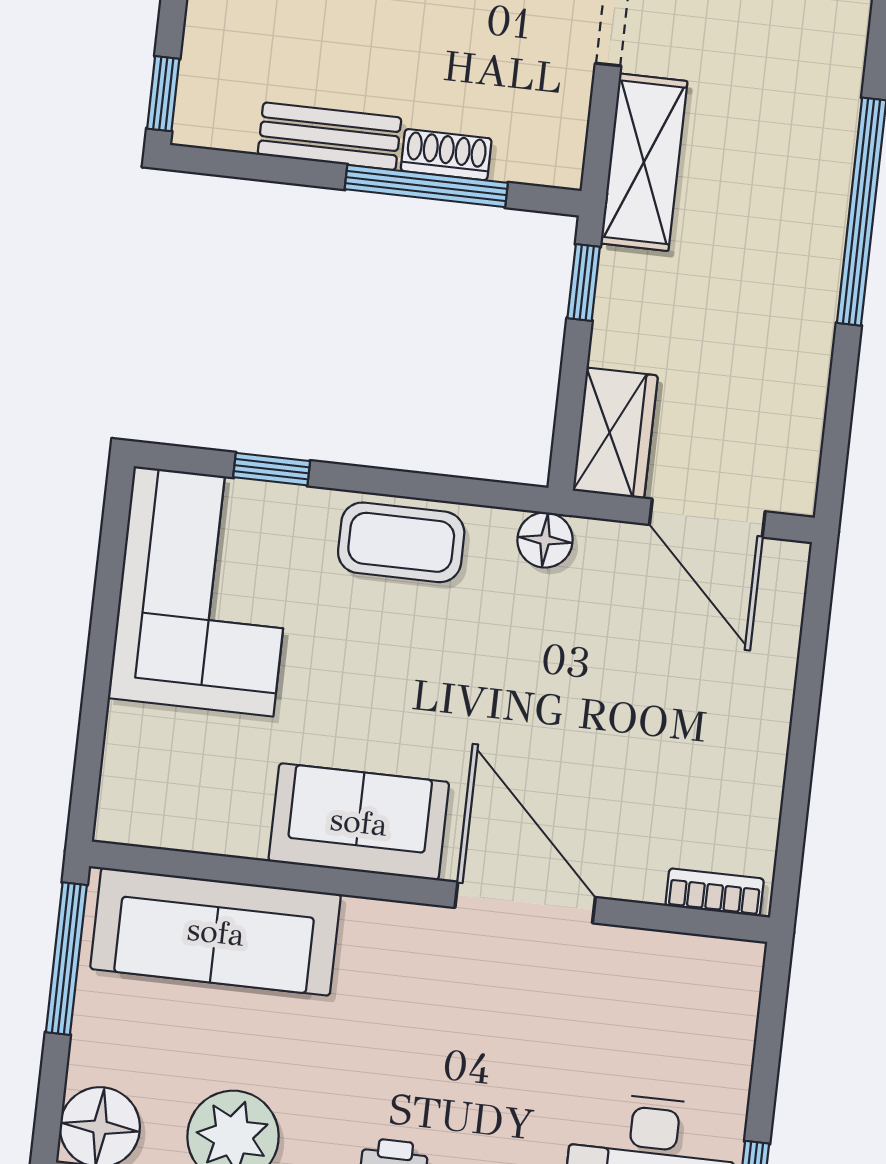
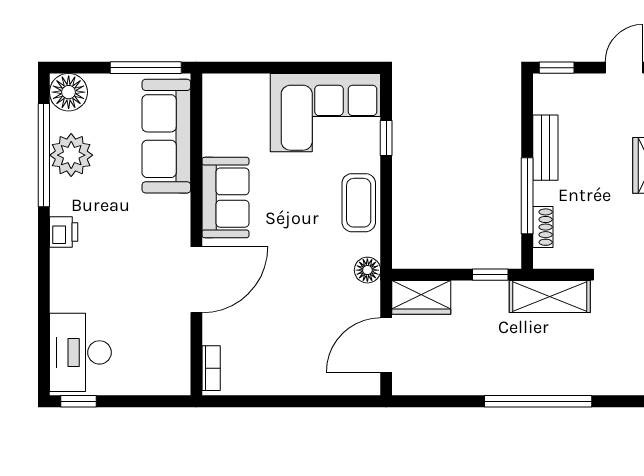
shoe rack: (446, 155) -> (543, 227), moved

